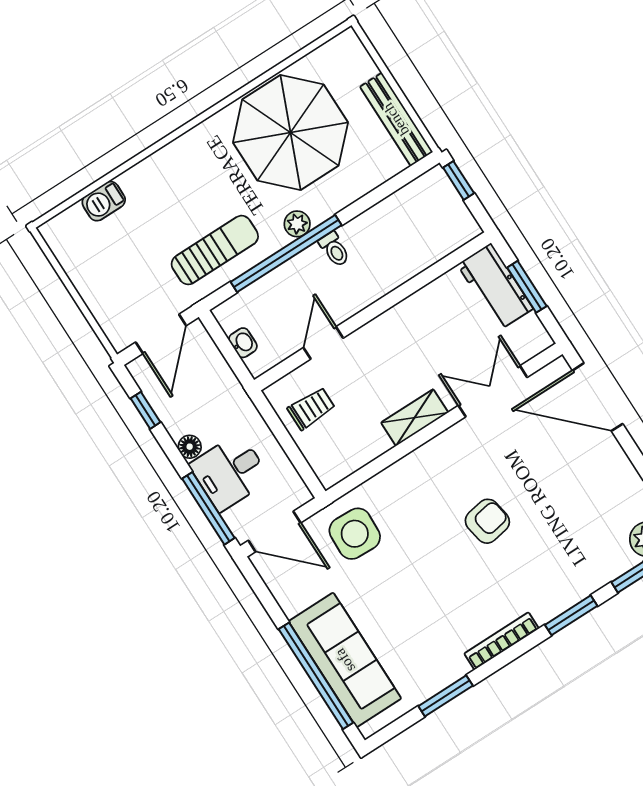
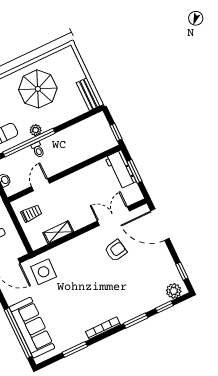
bench: (396, 119) -> (88, 94), width x0.73
parasol: (290, 132) -> (38, 89), width x0.73, depth x0.73
window: (459, 180) -> (116, 132), moved
toilet: (334, 249) -> (38, 150), moved
shelving: (415, 418) -> (58, 232), moved
armchair: (487, 521) -> (116, 250), moved

